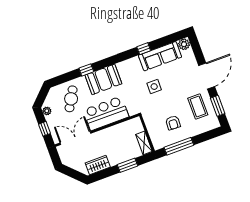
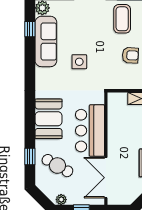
window: (144, 49) -> (30, 29), moved
window: (86, 70) -> (30, 157), moved
coffee table: (198, 107) -> (122, 19), turned 90

